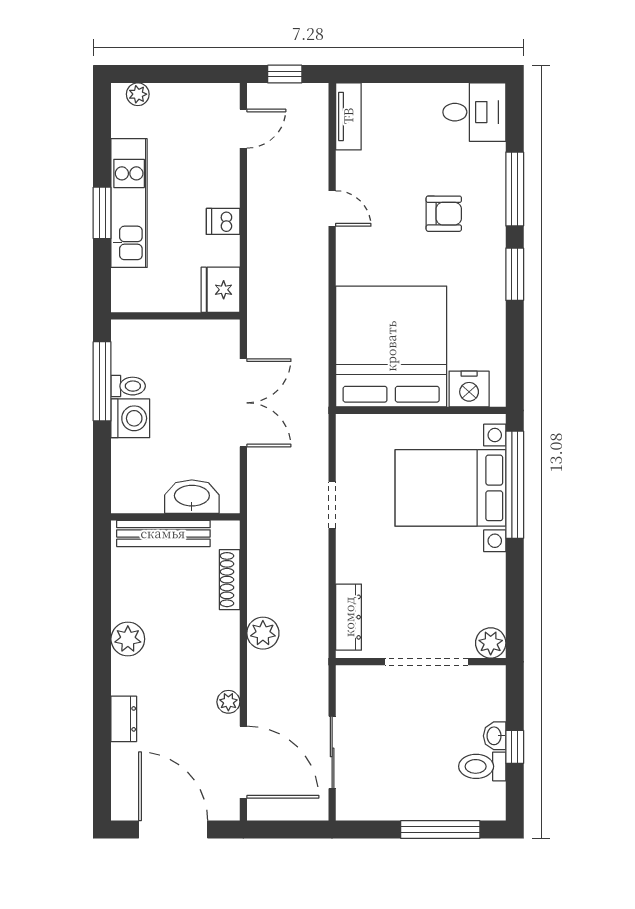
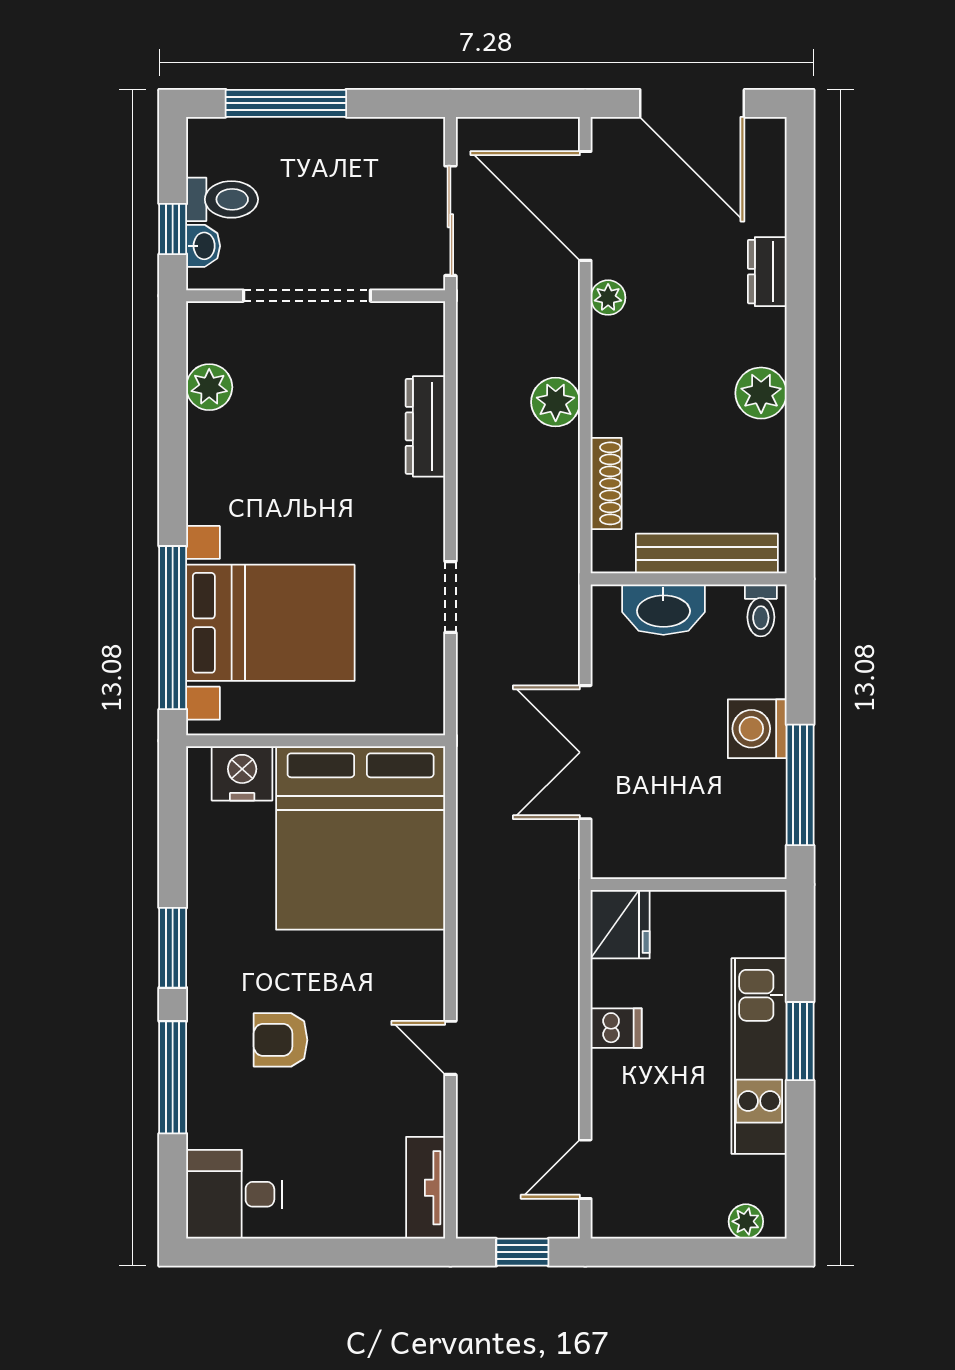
toilet: (128, 386) -> (761, 610), moved, turned -90
wall: (421, 662) -> (316, 296), moved
doorway: (426, 662) -> (307, 296), moved

